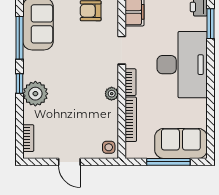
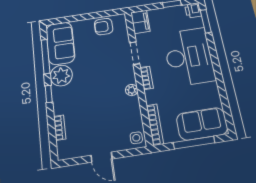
plant: (35, 94) -> (61, 76), moved
bookcase: (131, 119) -> (155, 125), moved
bookcase: (28, 138) -> (60, 128), moved

